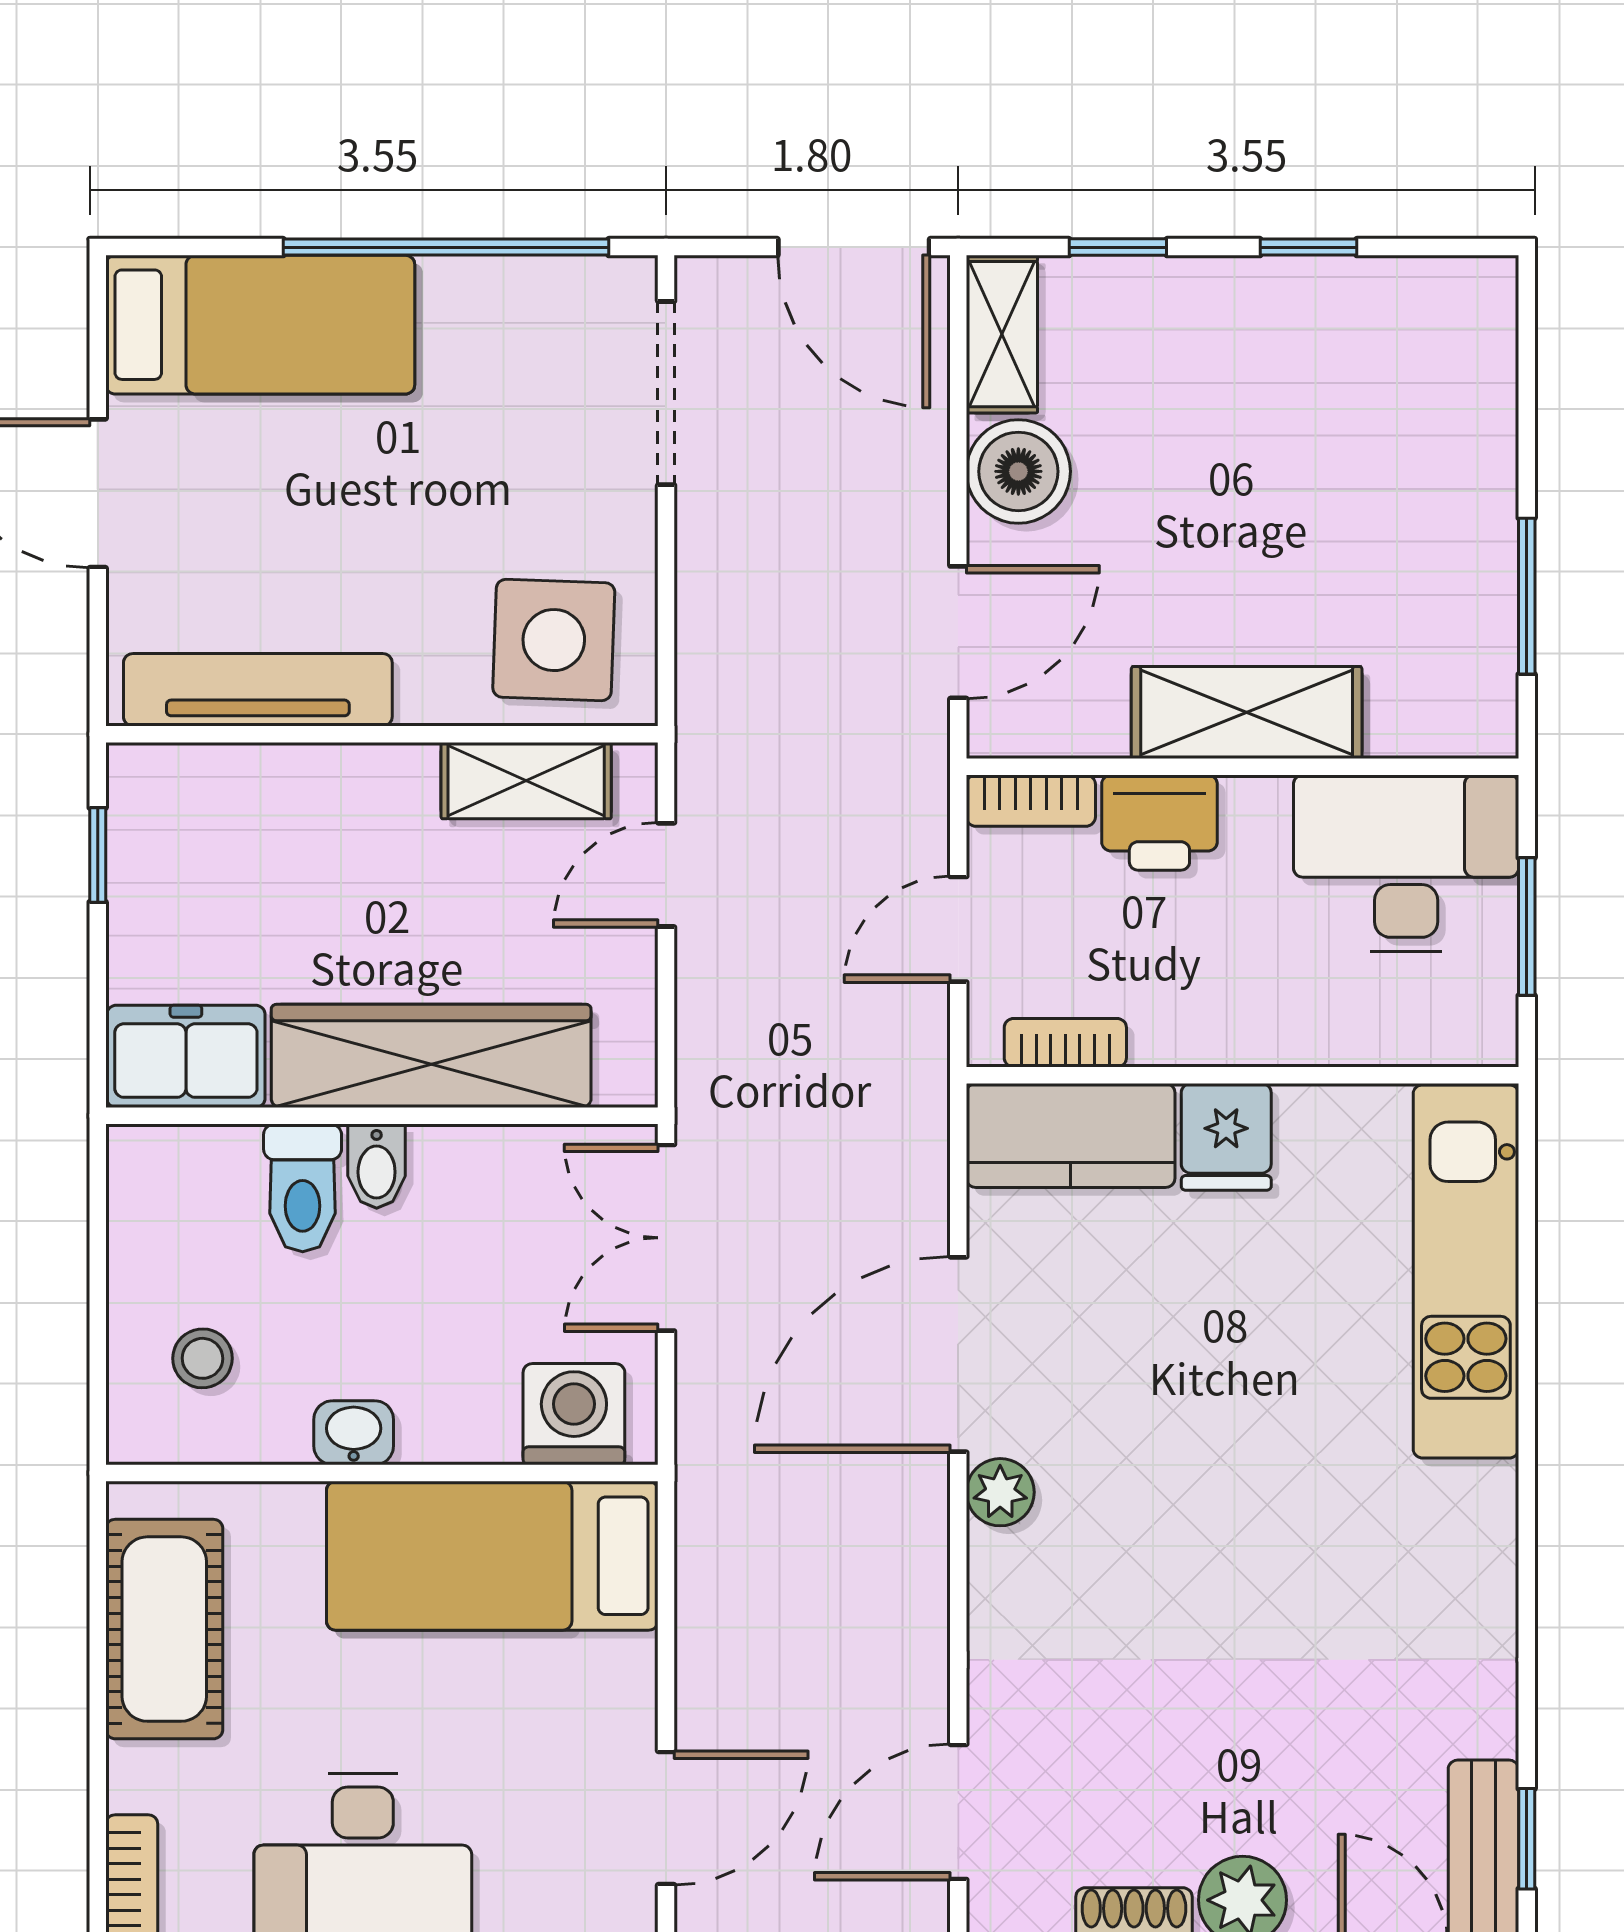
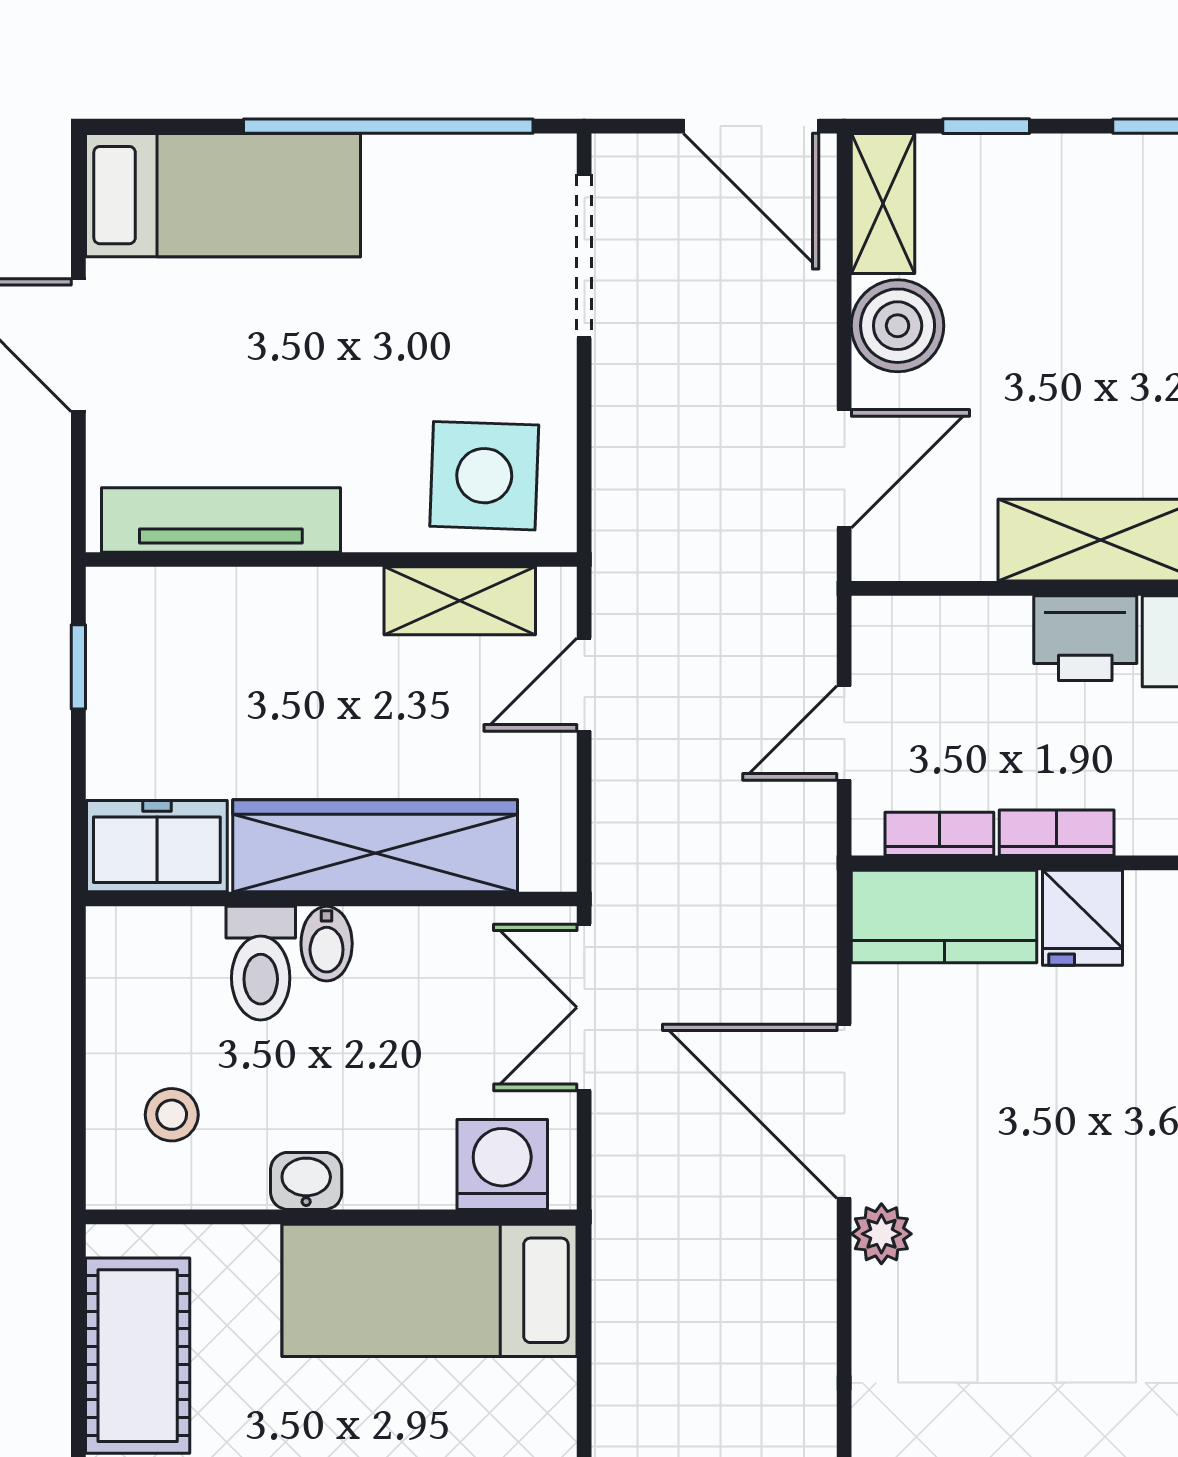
bookcase: (1031, 801) -> (1057, 833), moved, turned 180
printer: (1159, 823) -> (1085, 638), moved
door: (958, 1355) -> (844, 1111), hinge flipped

